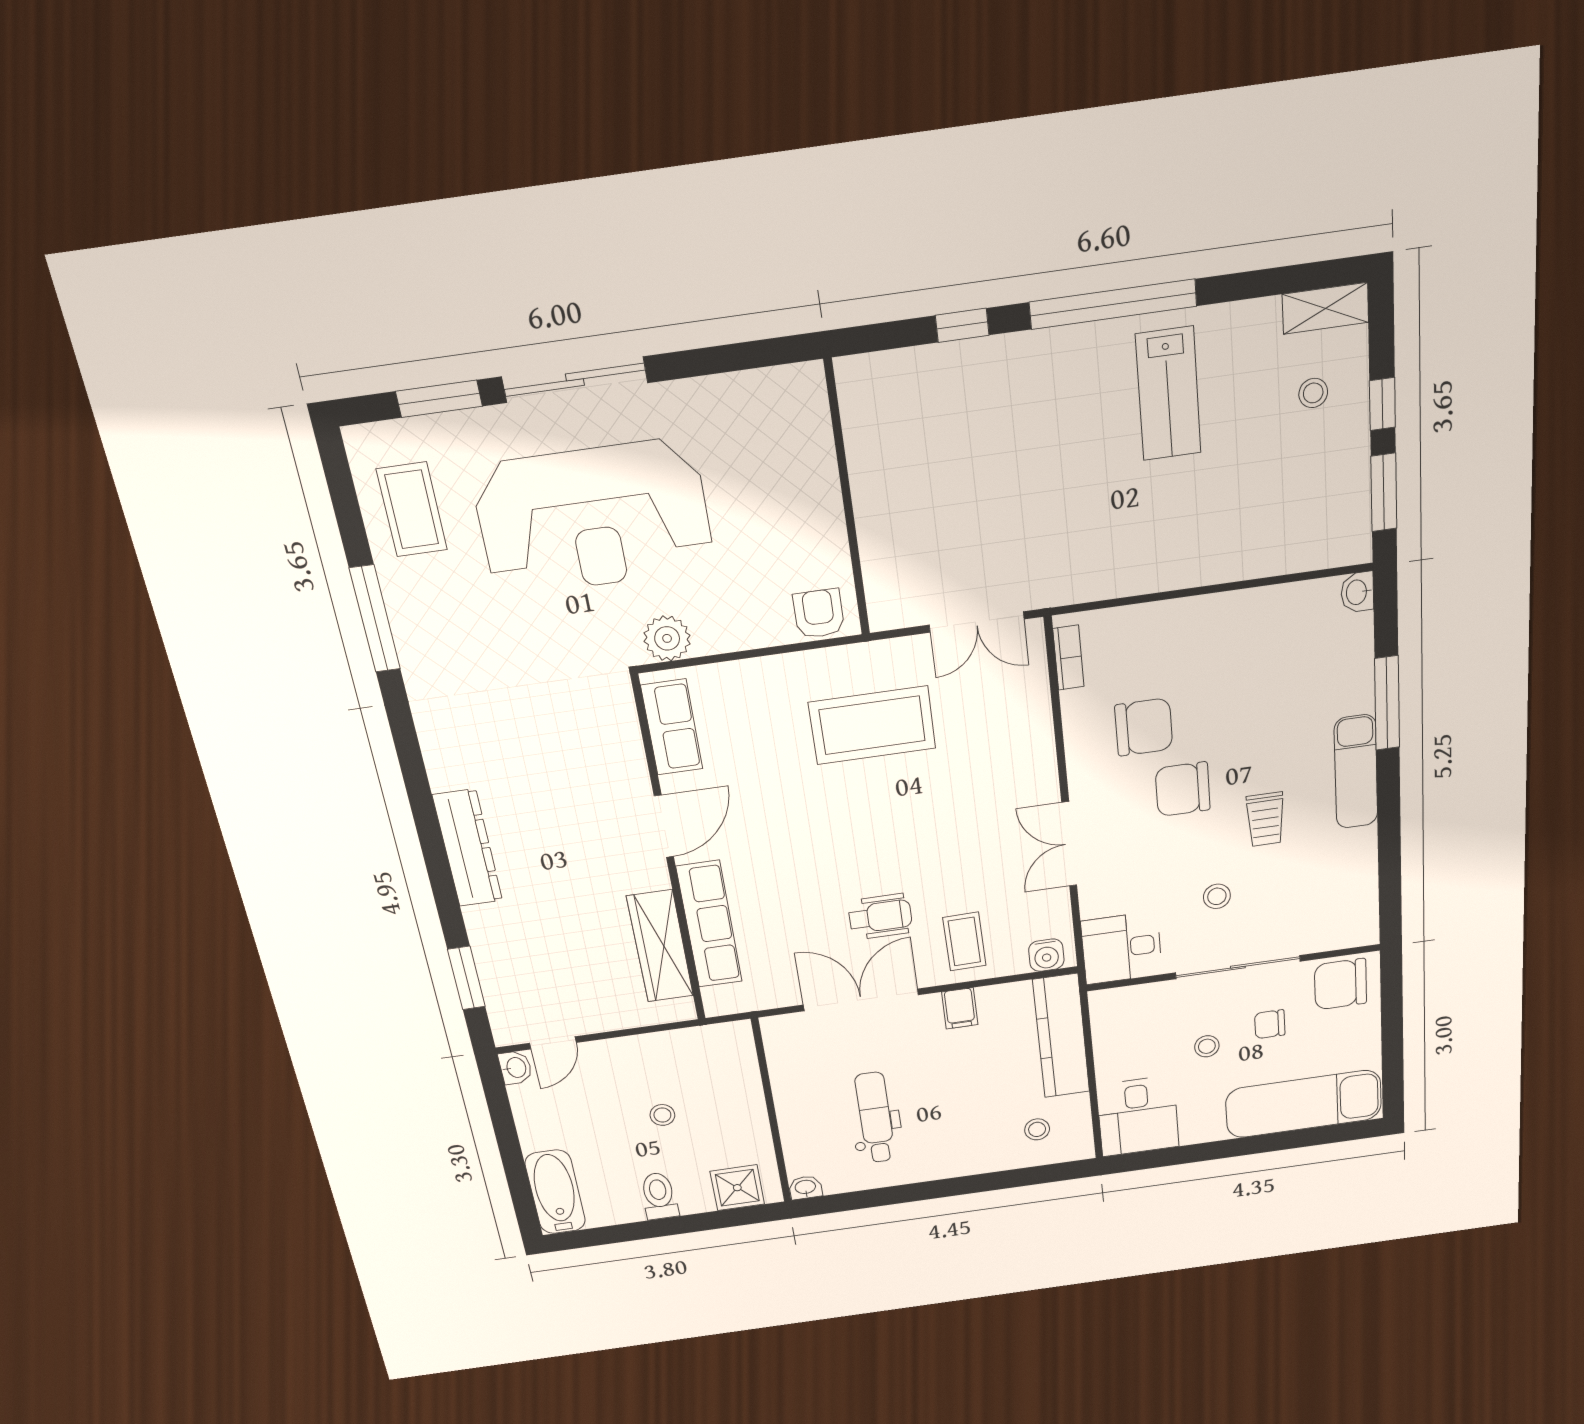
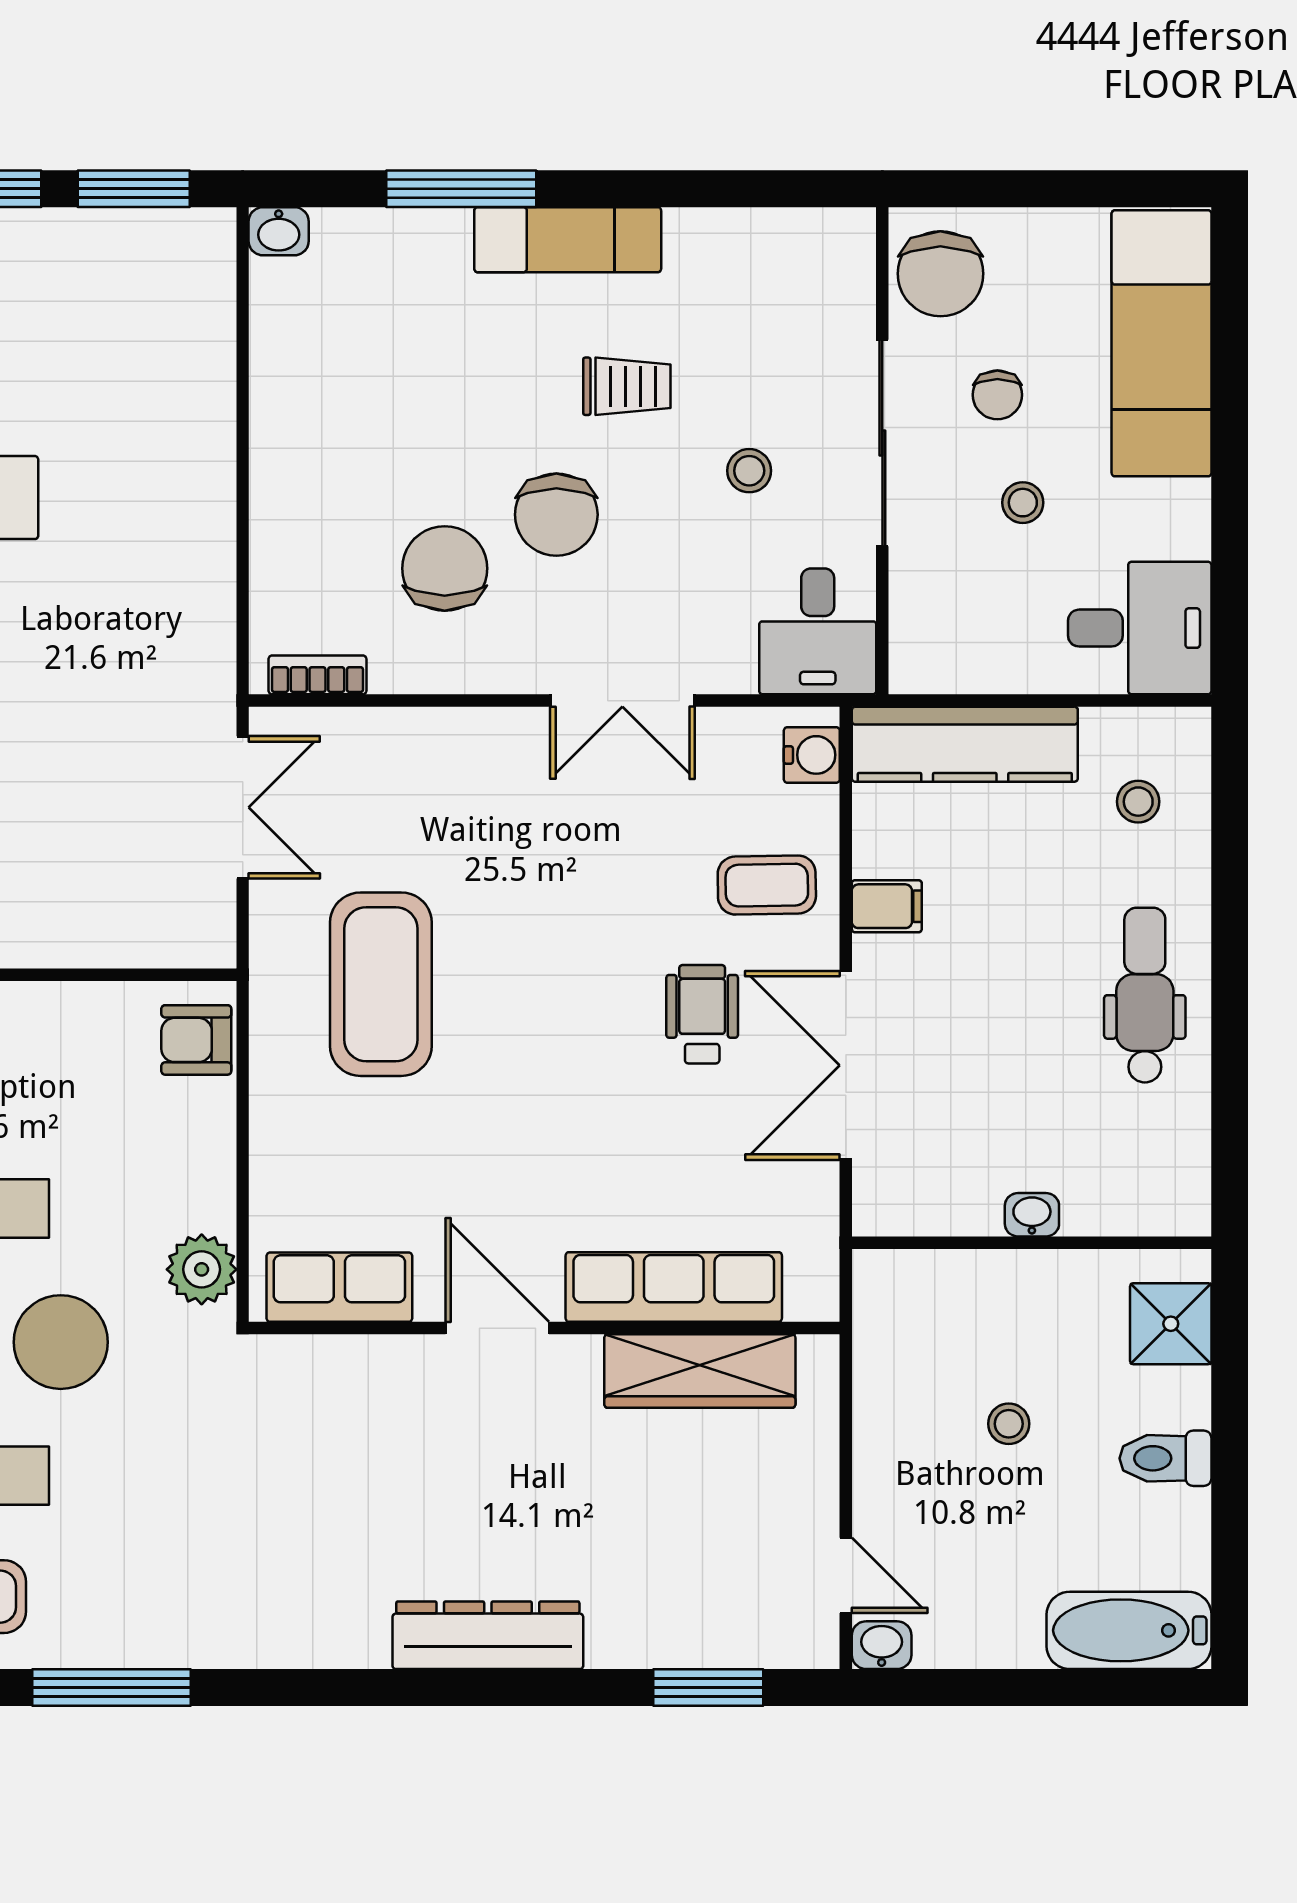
dental chair: (875, 1118) -> (1145, 995), moved, turned 90
washbasin: (805, 1188) -> (1032, 1215), moved, turned 90

